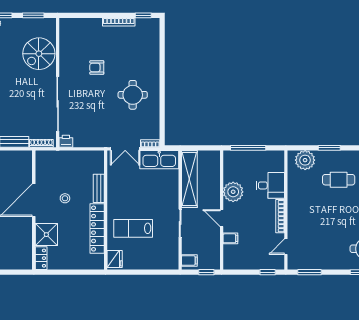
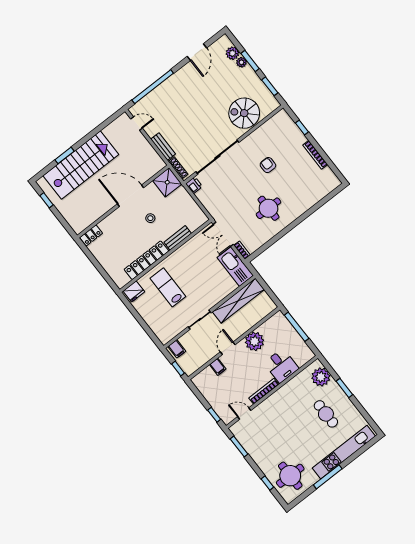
window: (143, 15) -> (302, 127), moved
shower: (46, 235) -> (167, 182), moved

